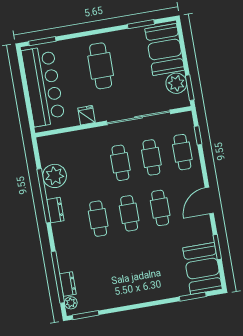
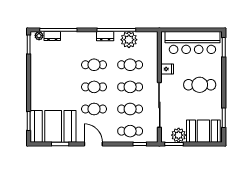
cafe table: (89, 168) -> (130, 65), added
booth: (203, 268) -> (53, 126), width x1.36, depth x1.42

